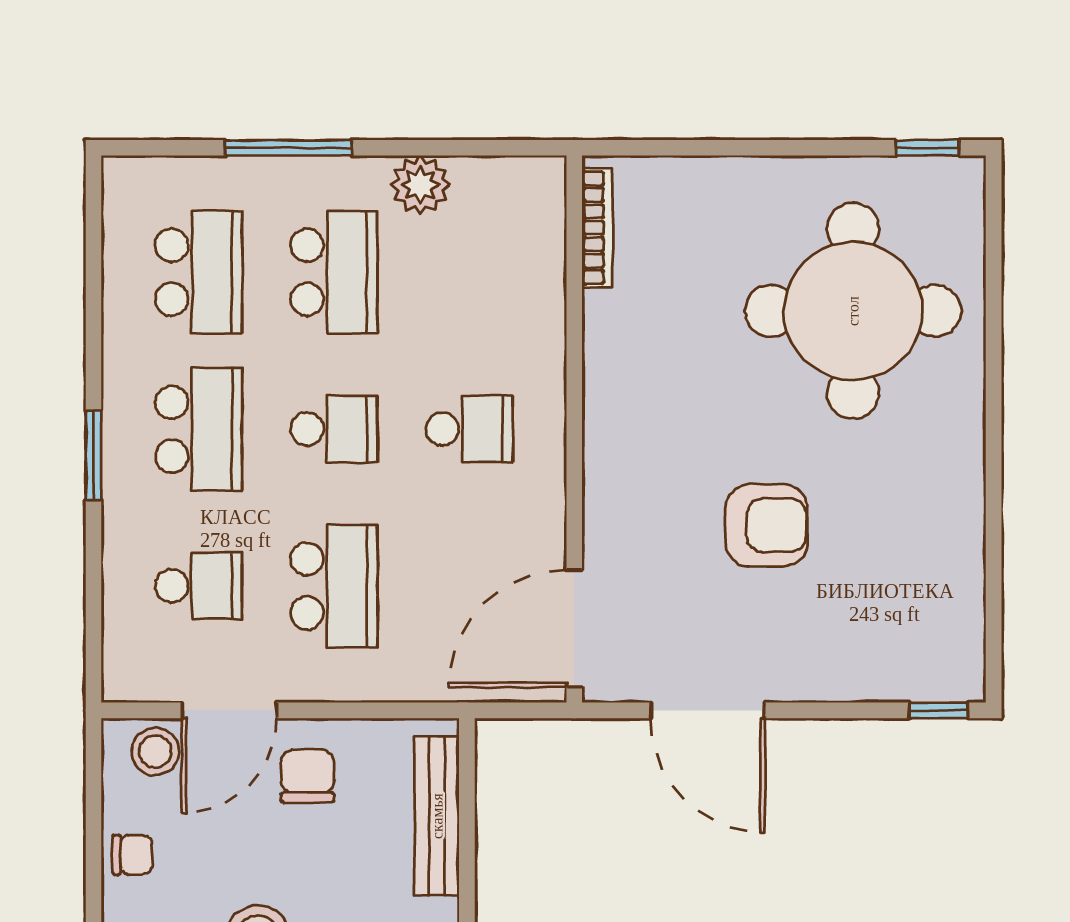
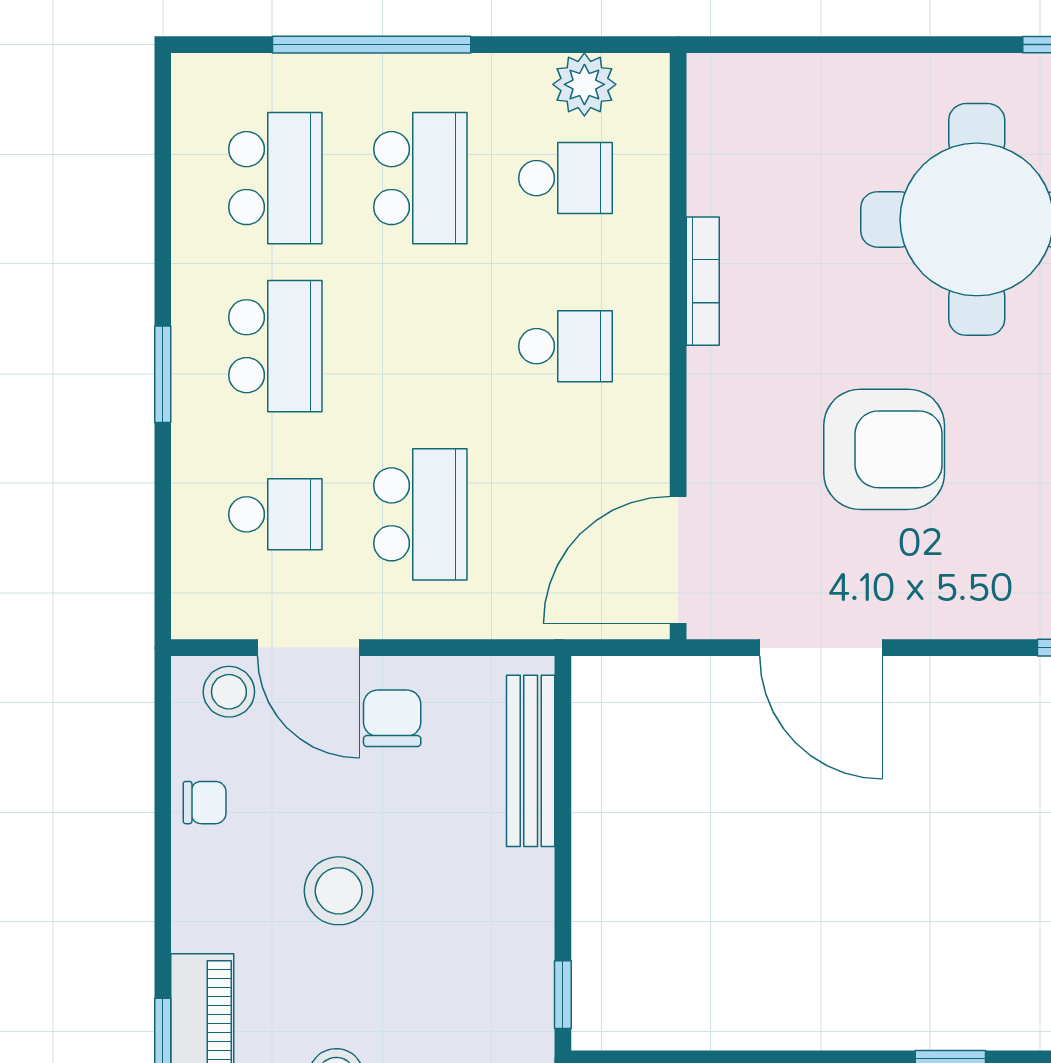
window: (288, 148) -> (372, 45), width x1.46
plant: (420, 185) -> (584, 84), moved
bookcase: (597, 228) -> (703, 281), moved
school desk: (334, 429) -> (565, 178), moved
armchair: (767, 525) -> (884, 449), width x1.36, depth x1.36
door: (229, 710) -> (308, 648), hinge flipped

